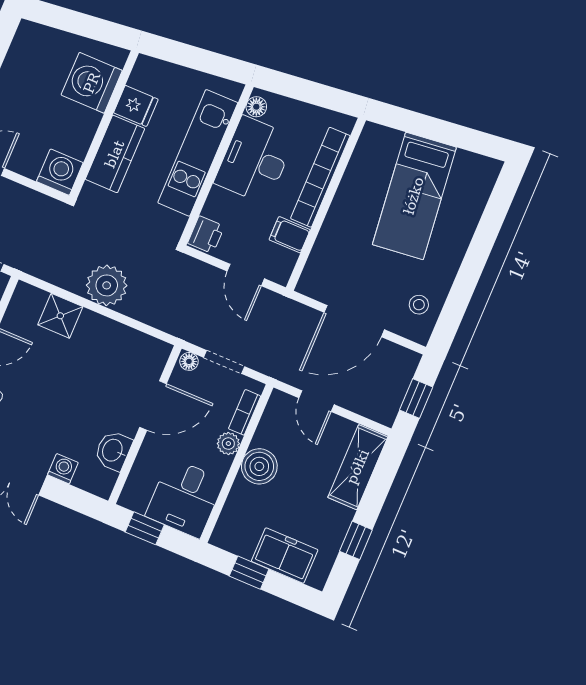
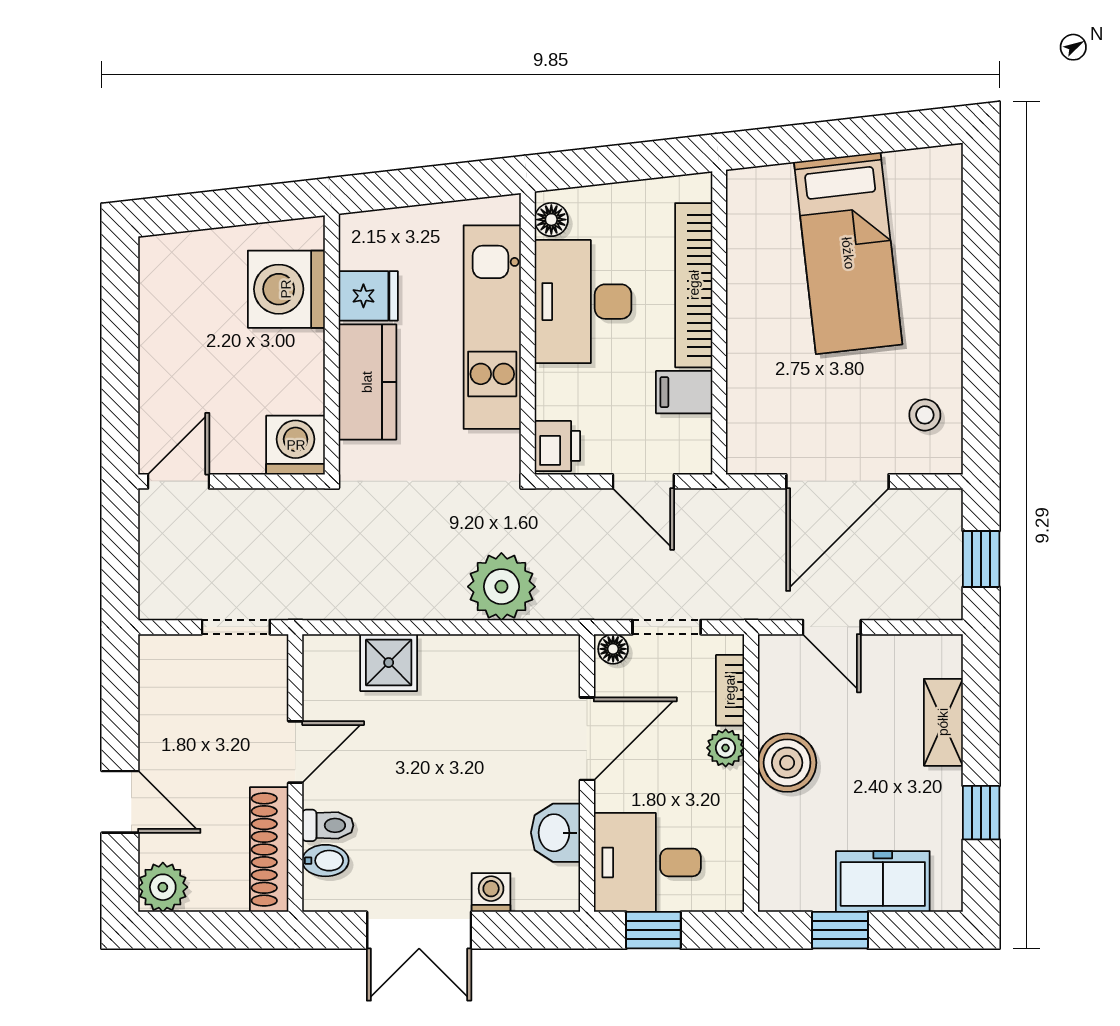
plant: (107, 285) -> (501, 587), moved
shelving: (358, 467) -> (943, 722), width x0.67, depth x0.75
desk: (185, 498) -> (647, 862), moved, turned 90

